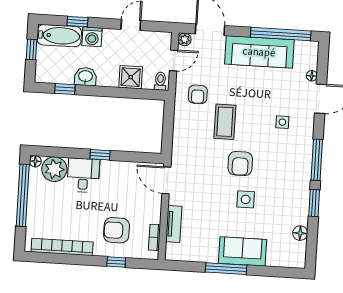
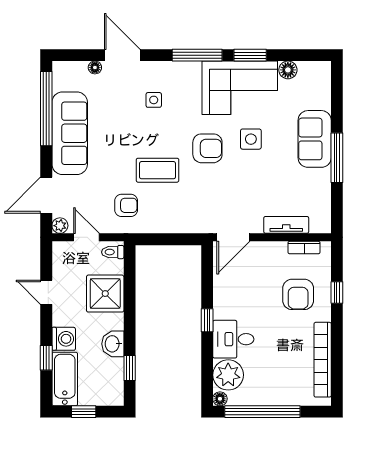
shower: (131, 77) -> (105, 294), width x1.36, depth x1.36
corner sofa: (288, 193) -> (240, 88), added

